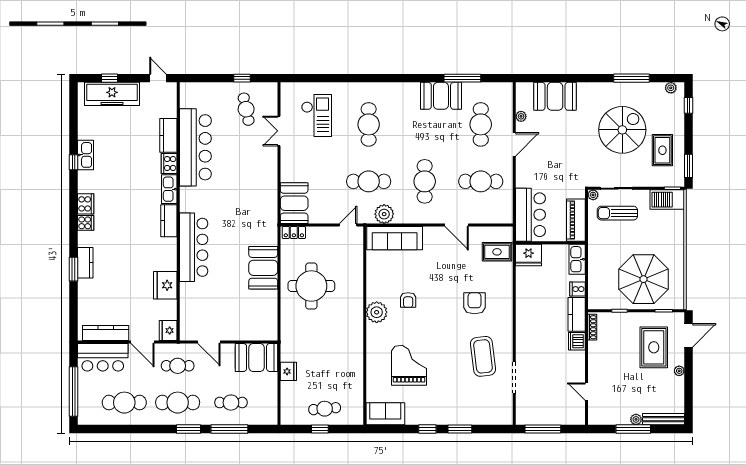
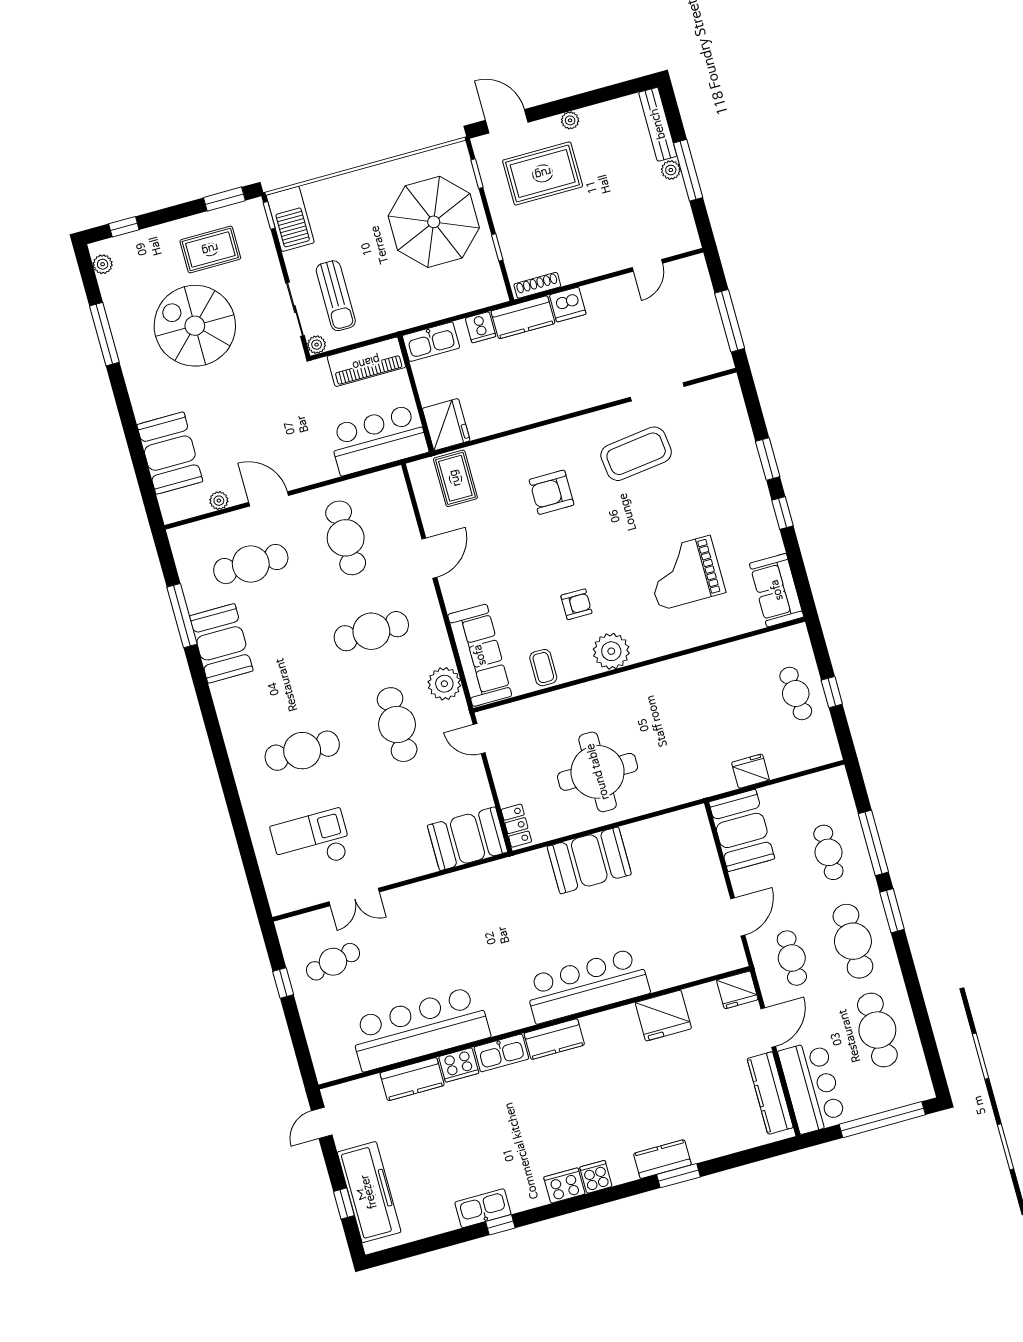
coffee table: (378, 272) -> (543, 668), added

